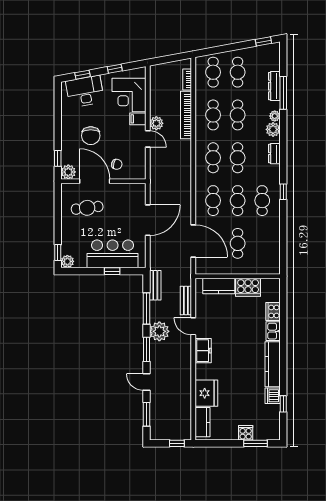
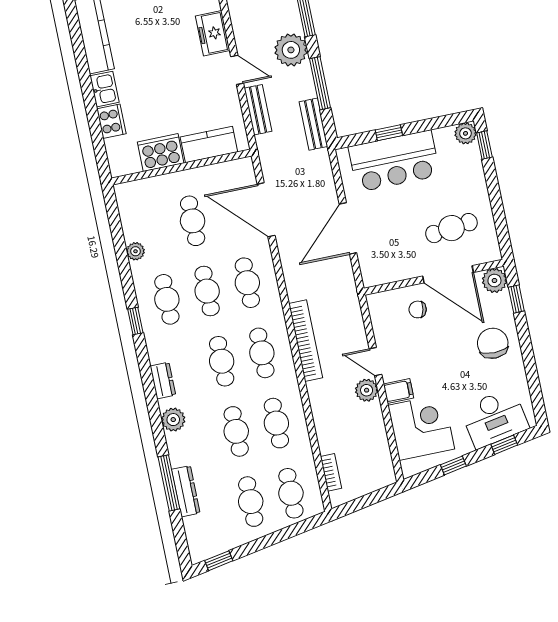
bookcase: (186, 115) -> (306, 341), moved
plant: (275, 116) -> (135, 251), moved
chair: (91, 136) -> (493, 343), moved

